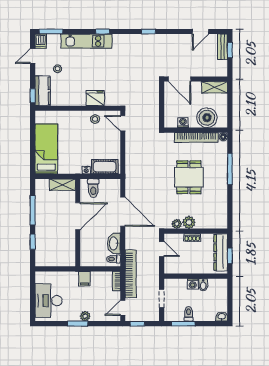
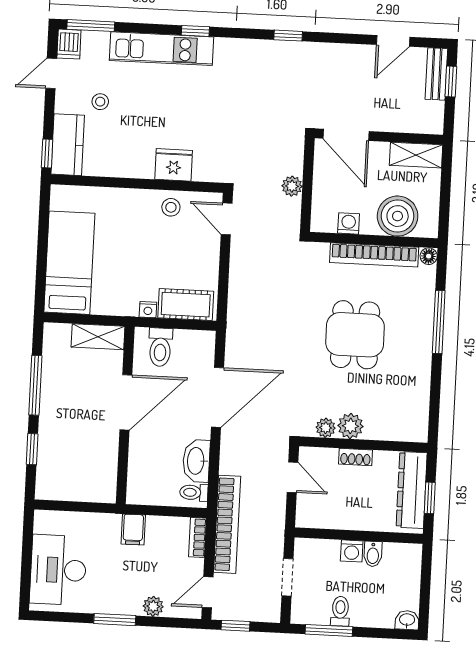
plant: (154, 106) -> (292, 186), added
door: (123, 212) -> (218, 397), hinge flipped
plant: (85, 316) -> (153, 606), moved

